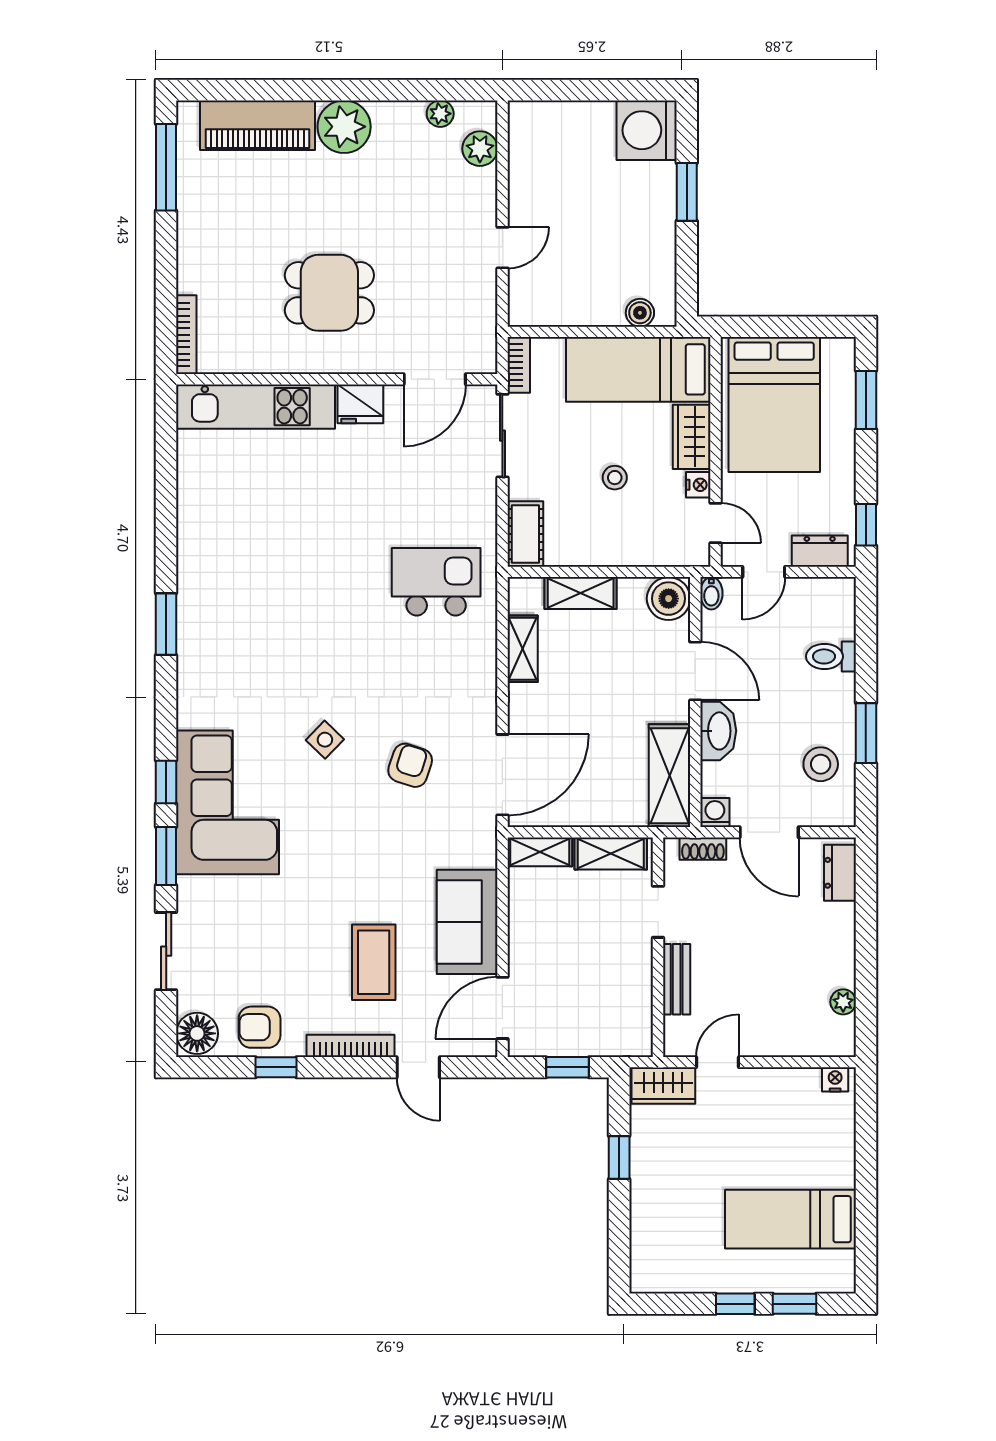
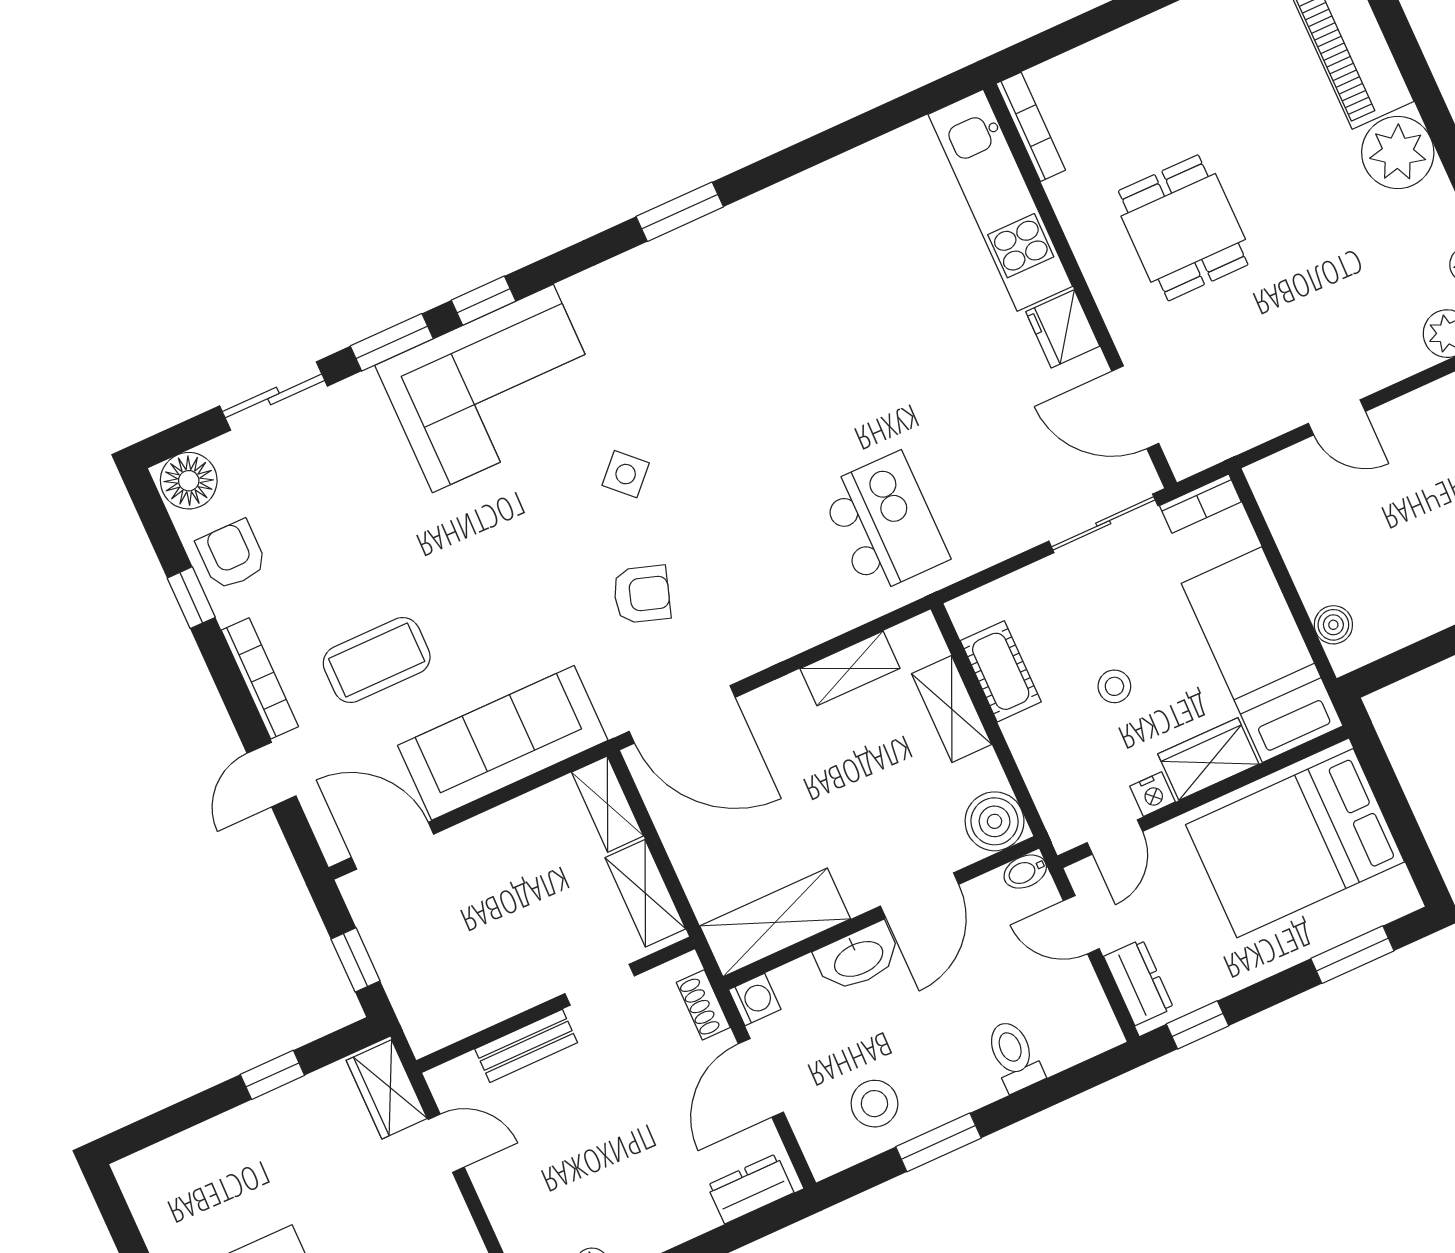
bookcase: (186, 335) -> (1031, 127), moved, turned -90
cot: (525, 534) -> (1001, 671), moved, turned 90
sofa: (467, 922) -> (503, 743), width x1.36

